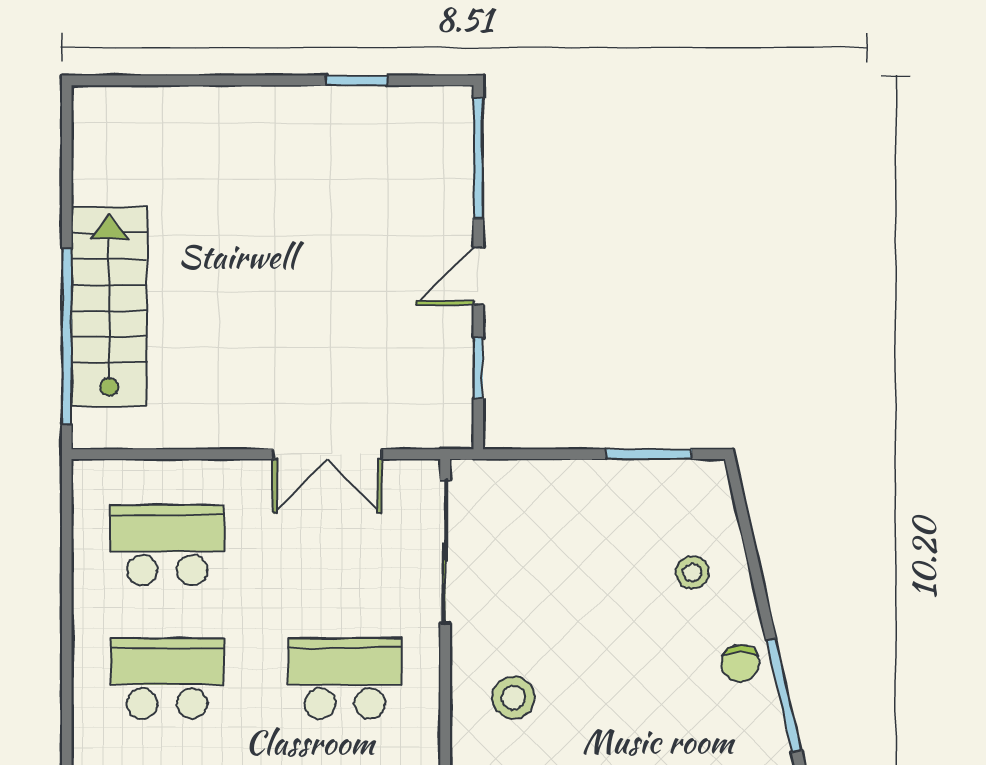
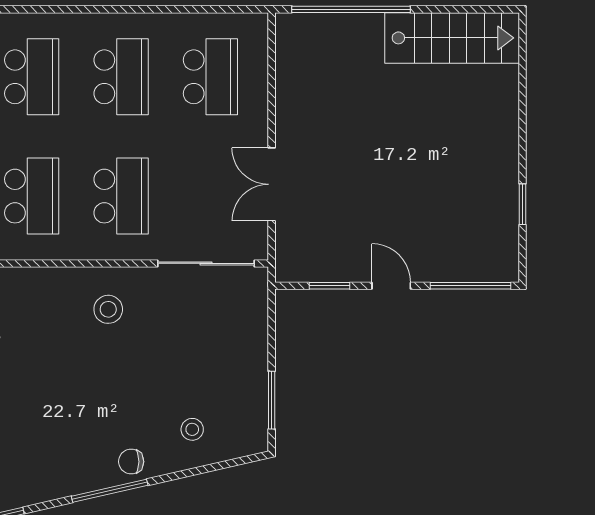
stairs: (109, 307) -> (452, 38), moved

